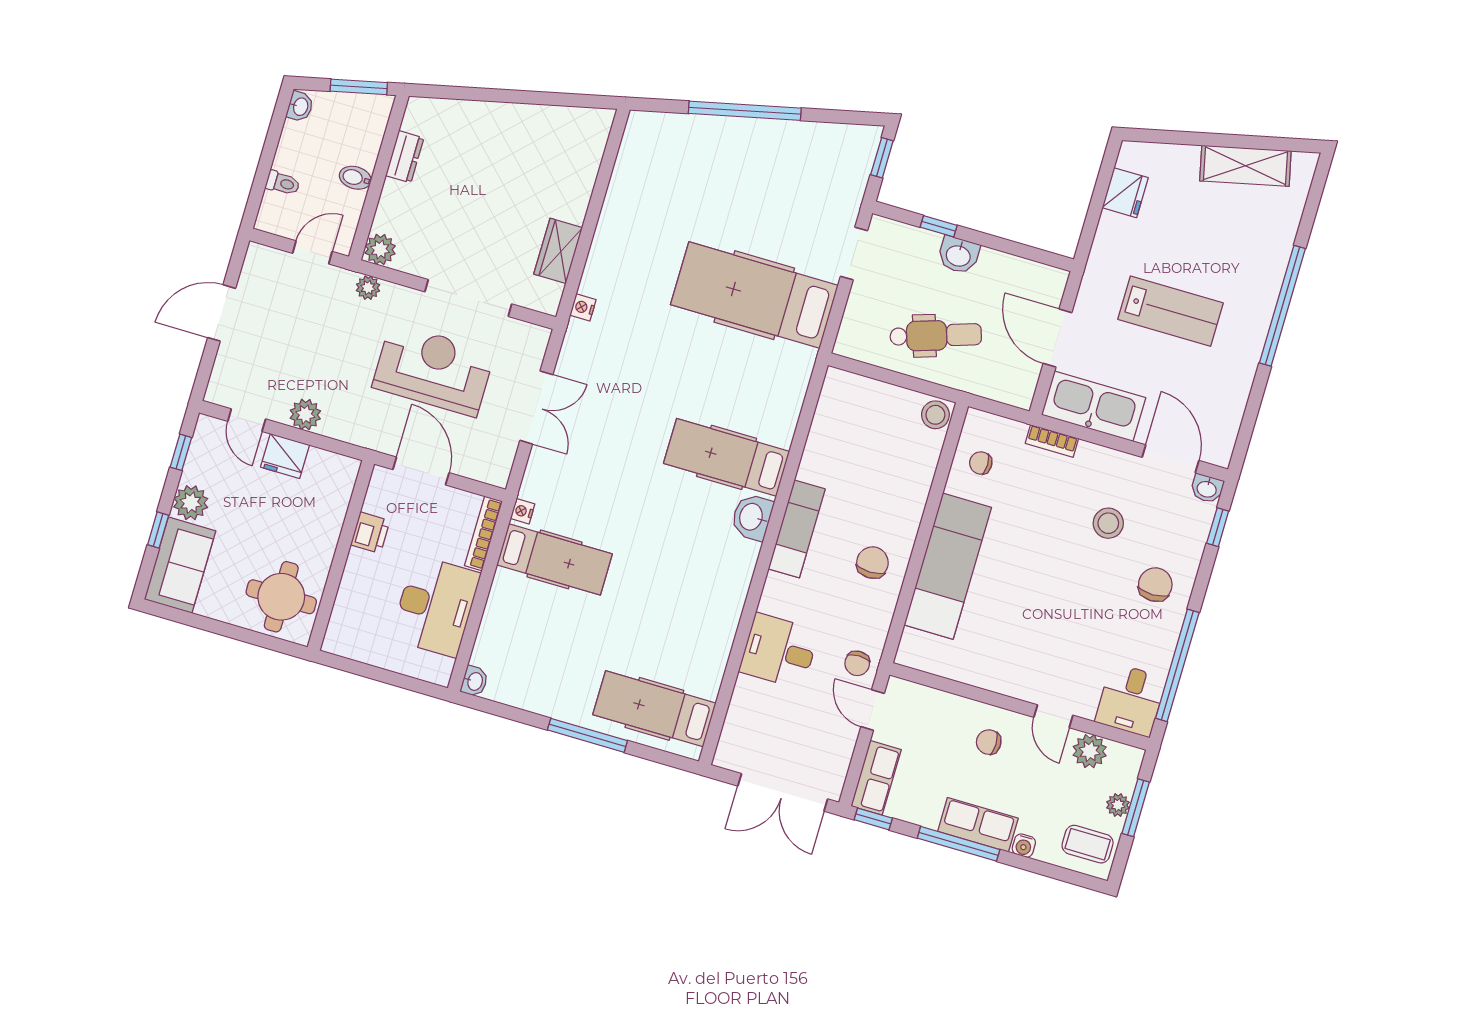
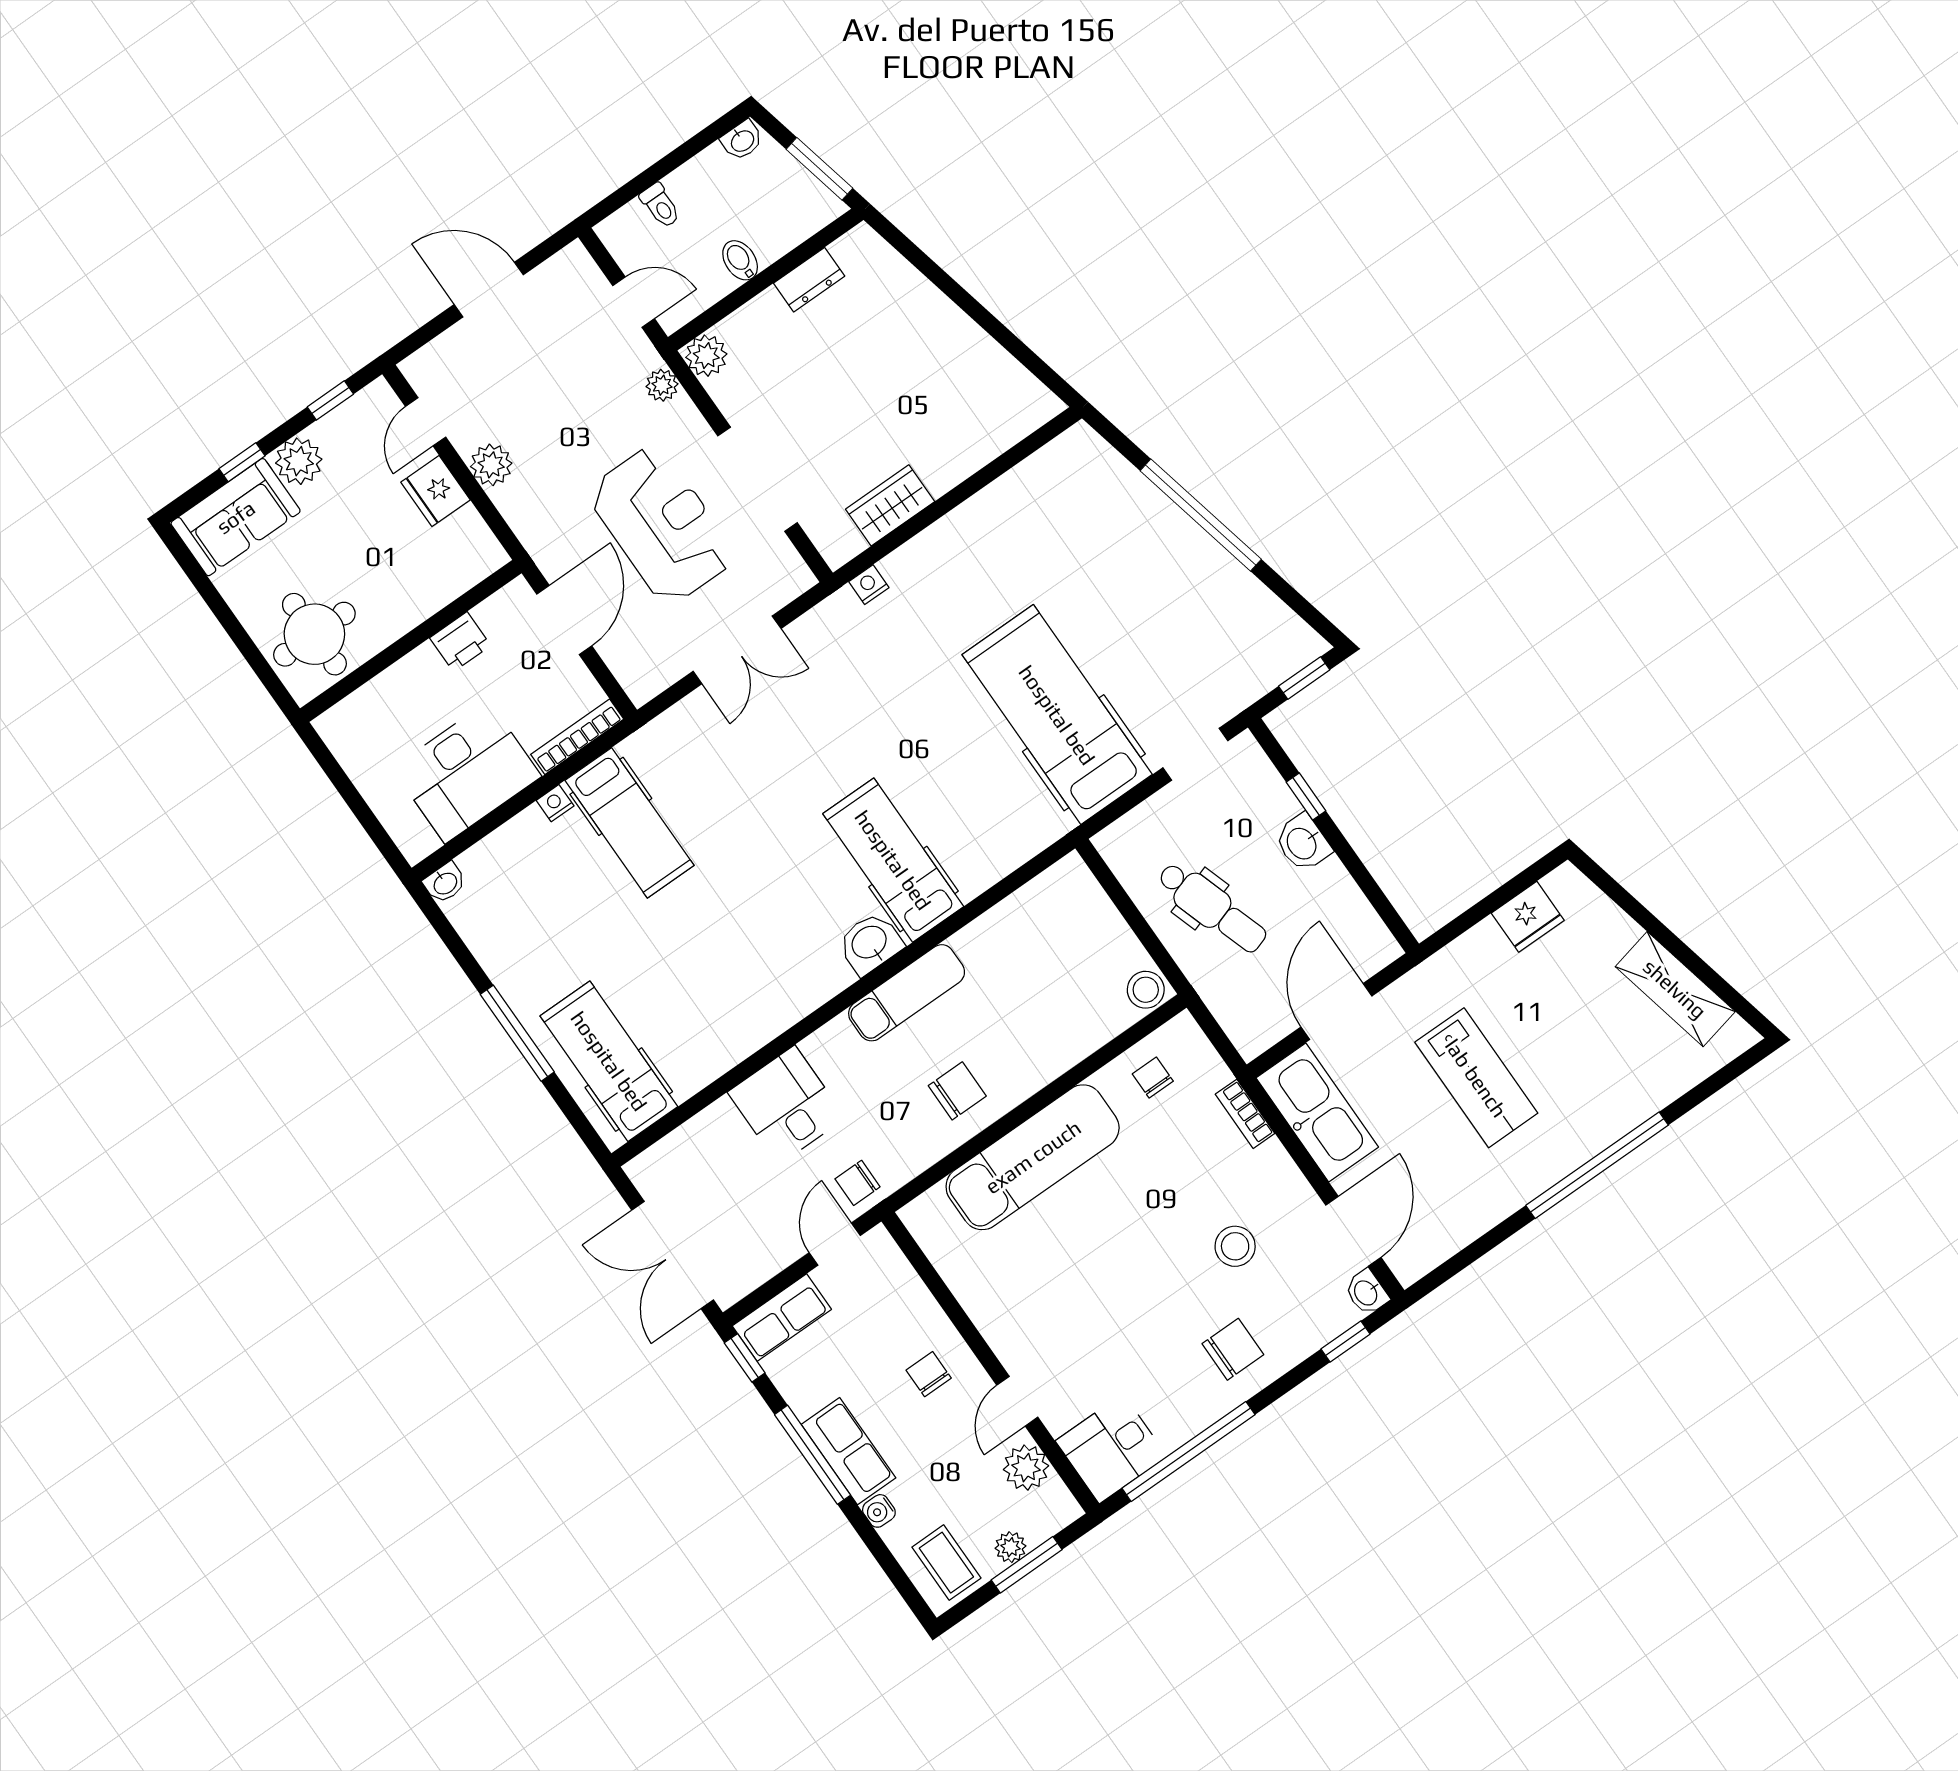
nightstand: (523, 511) -> (555, 803), moved

